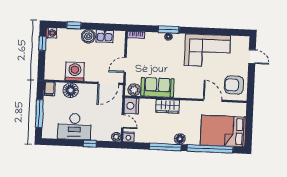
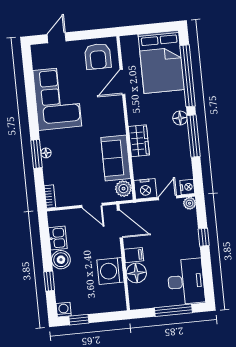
filing cabinet: (50, 89) -> (134, 255), moved
desk: (74, 127) -> (186, 281), moved

